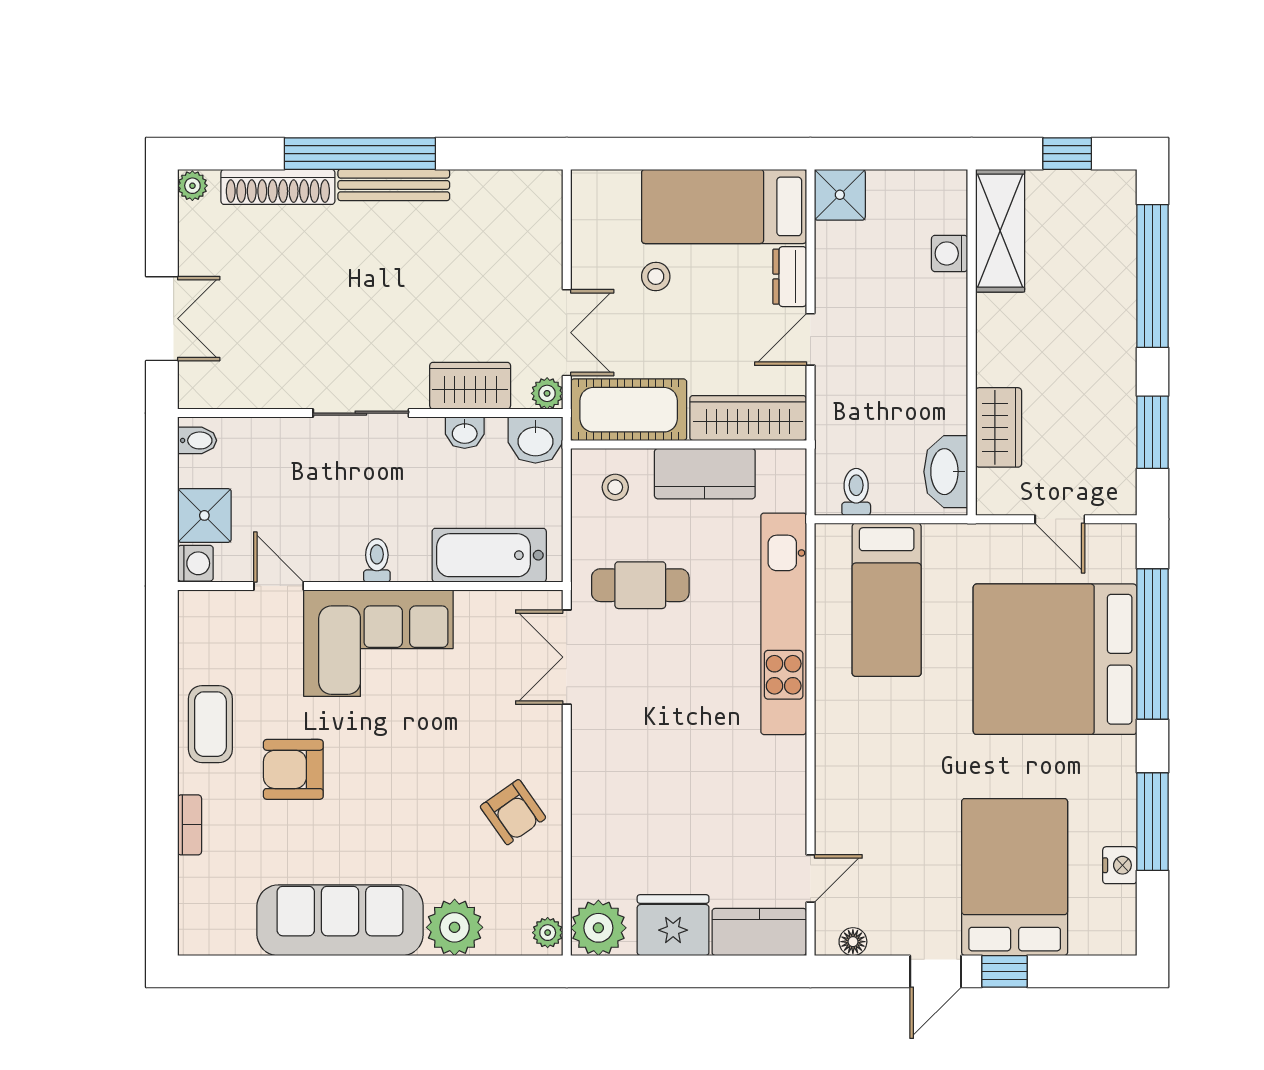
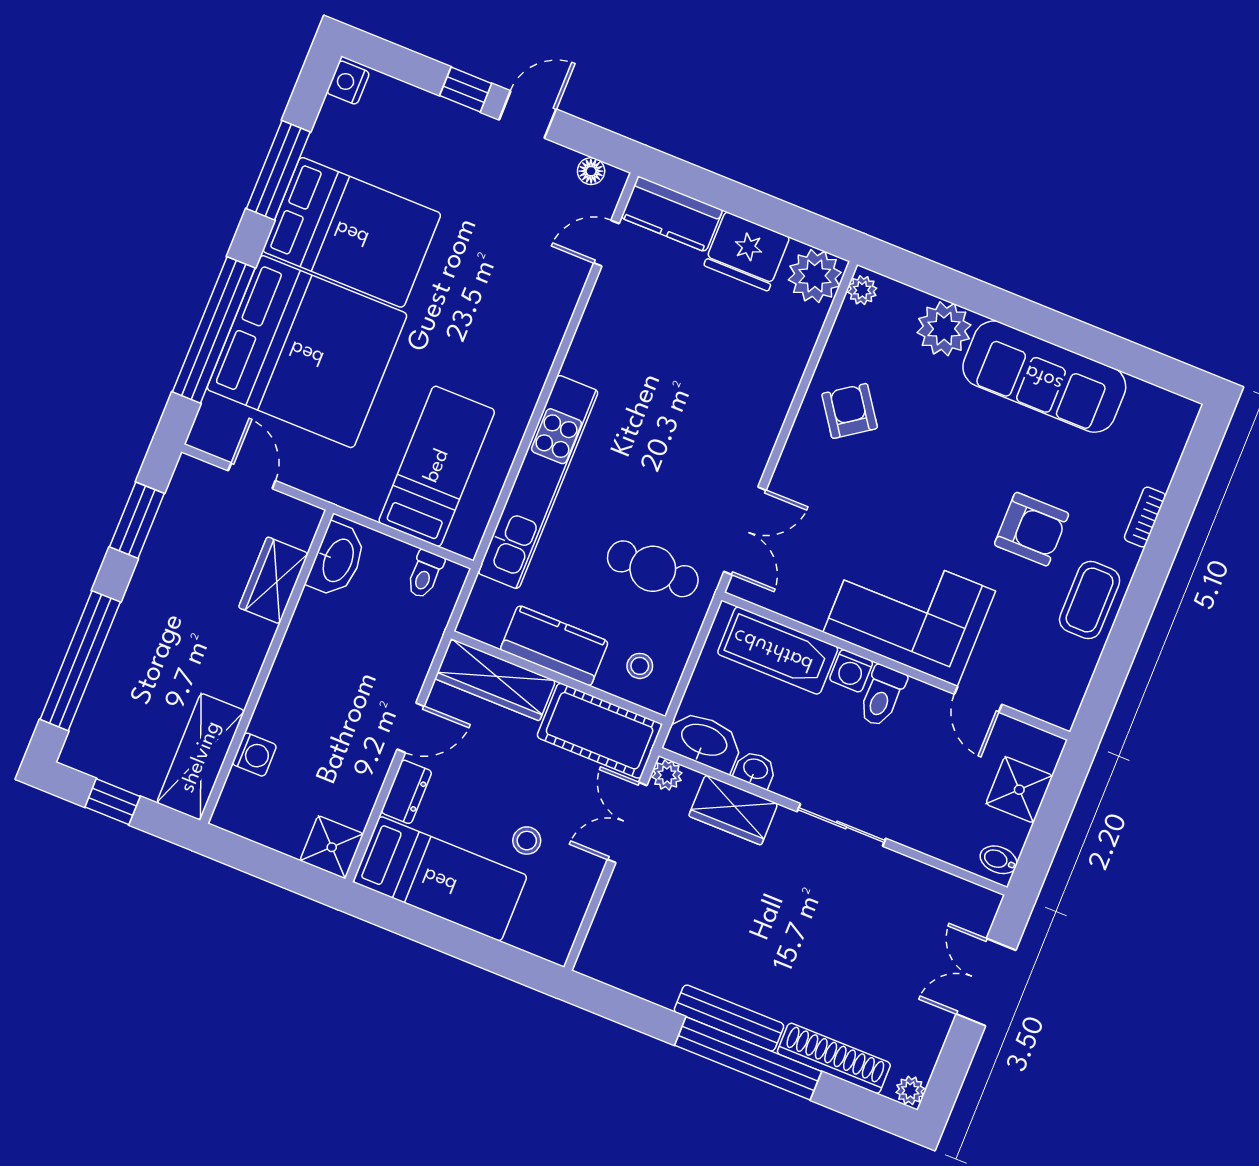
washbasin: (535, 440) -> (704, 741), width x1.38
toilet: (377, 560) -> (882, 696), width x1.37, depth x1.39
washing machine: (195, 563) -> (851, 671), moved, turned -90
nightstand: (1120, 865) -> (348, 83), moved
bed: (1015, 877) -> (352, 232), moved, turned -90

